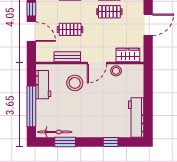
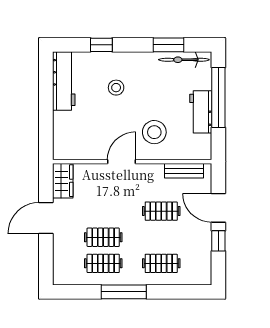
wardrobe: (128, 55) -> (63, 181), moved, turned -90
bench: (67, 57) -> (184, 171), moved
stool: (116, 71) -> (116, 88), moved
workbench: (43, 85) -> (201, 112), moved

